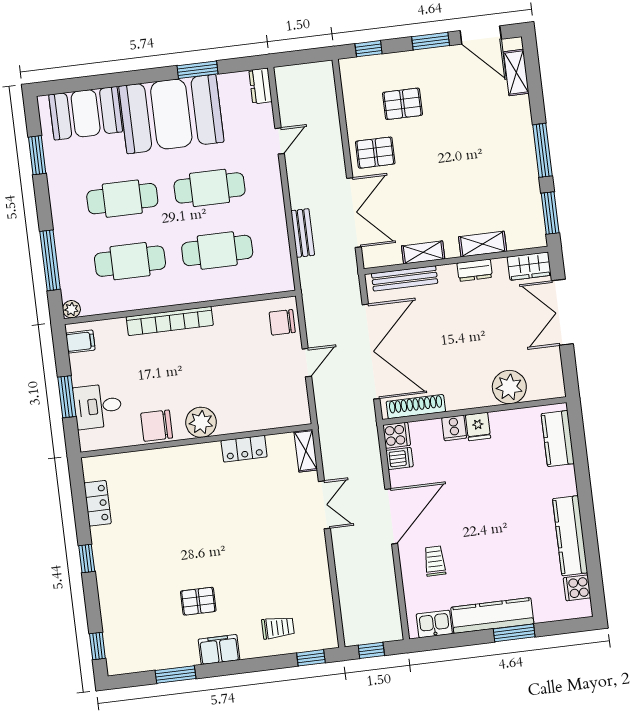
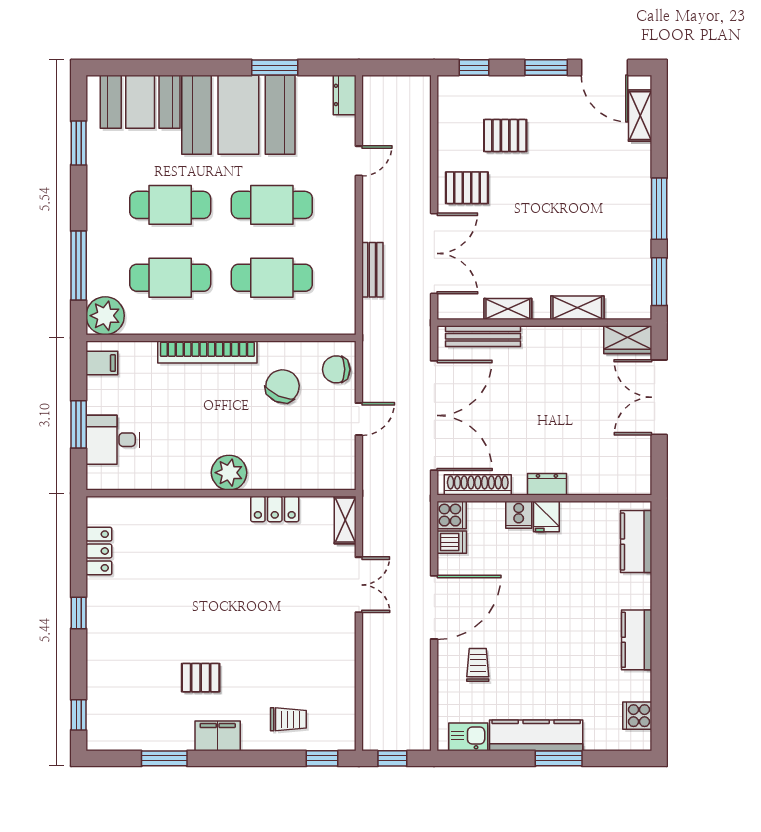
dresser: (475, 270) -> (547, 484), moved, turned 180
plant: (71, 309) -> (105, 316), width x1.88, depth x1.88
plant: (509, 387) -> (588, 476), removed
chair: (157, 426) -> (282, 386), moved, turned 114
kitchen counter: (570, 536) -> (637, 640), width x0.67

